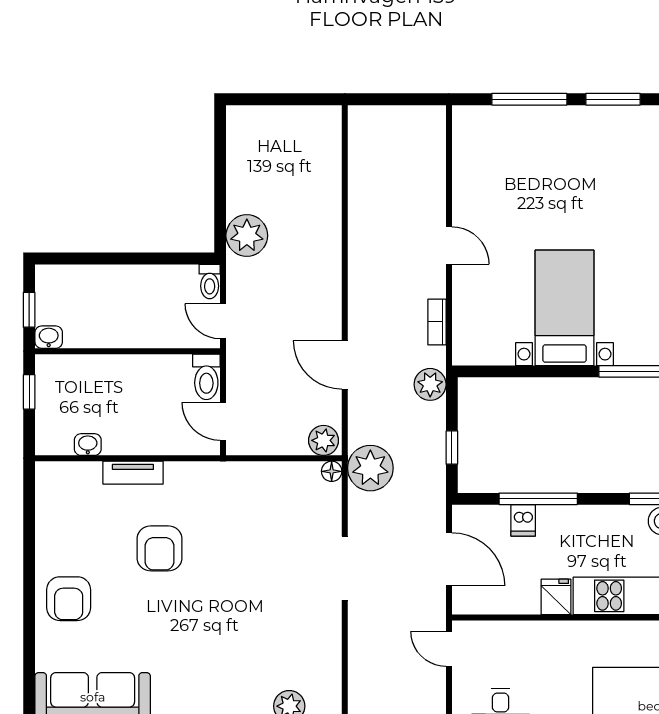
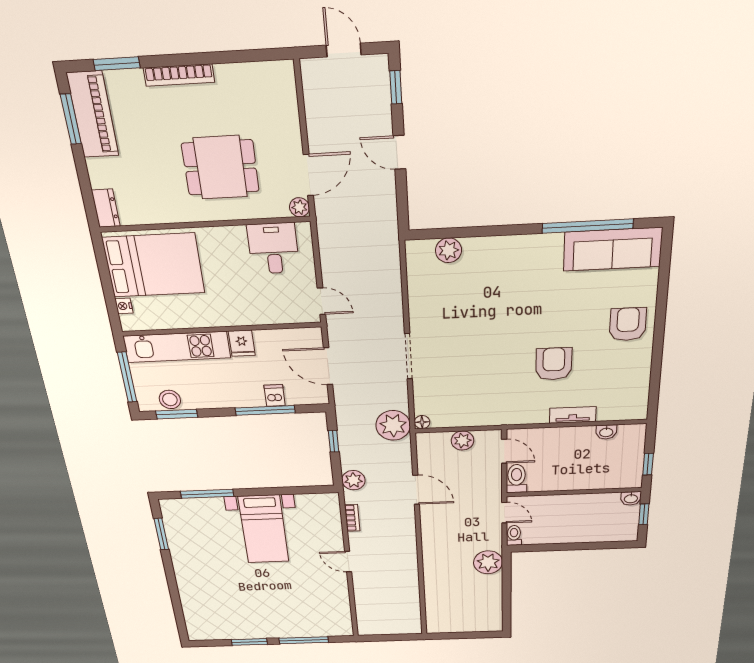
plant: (324, 440) -> (462, 441), moved

